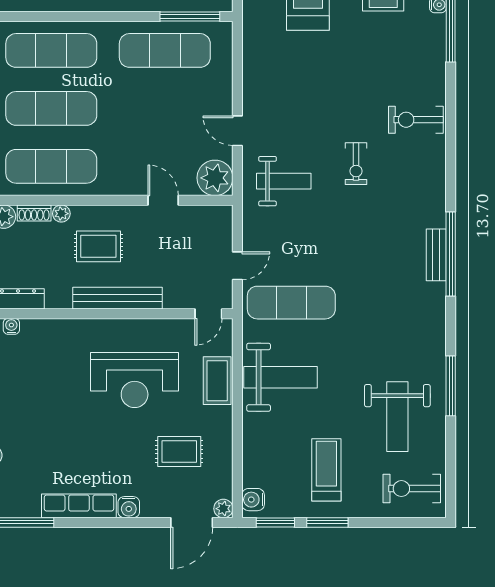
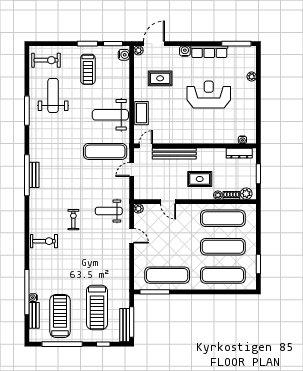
plant: (215, 178) -> (138, 209), width x0.53, depth x0.53
bench: (117, 298) -> (174, 154), moved
reception desk: (135, 380) -> (209, 95), moved

